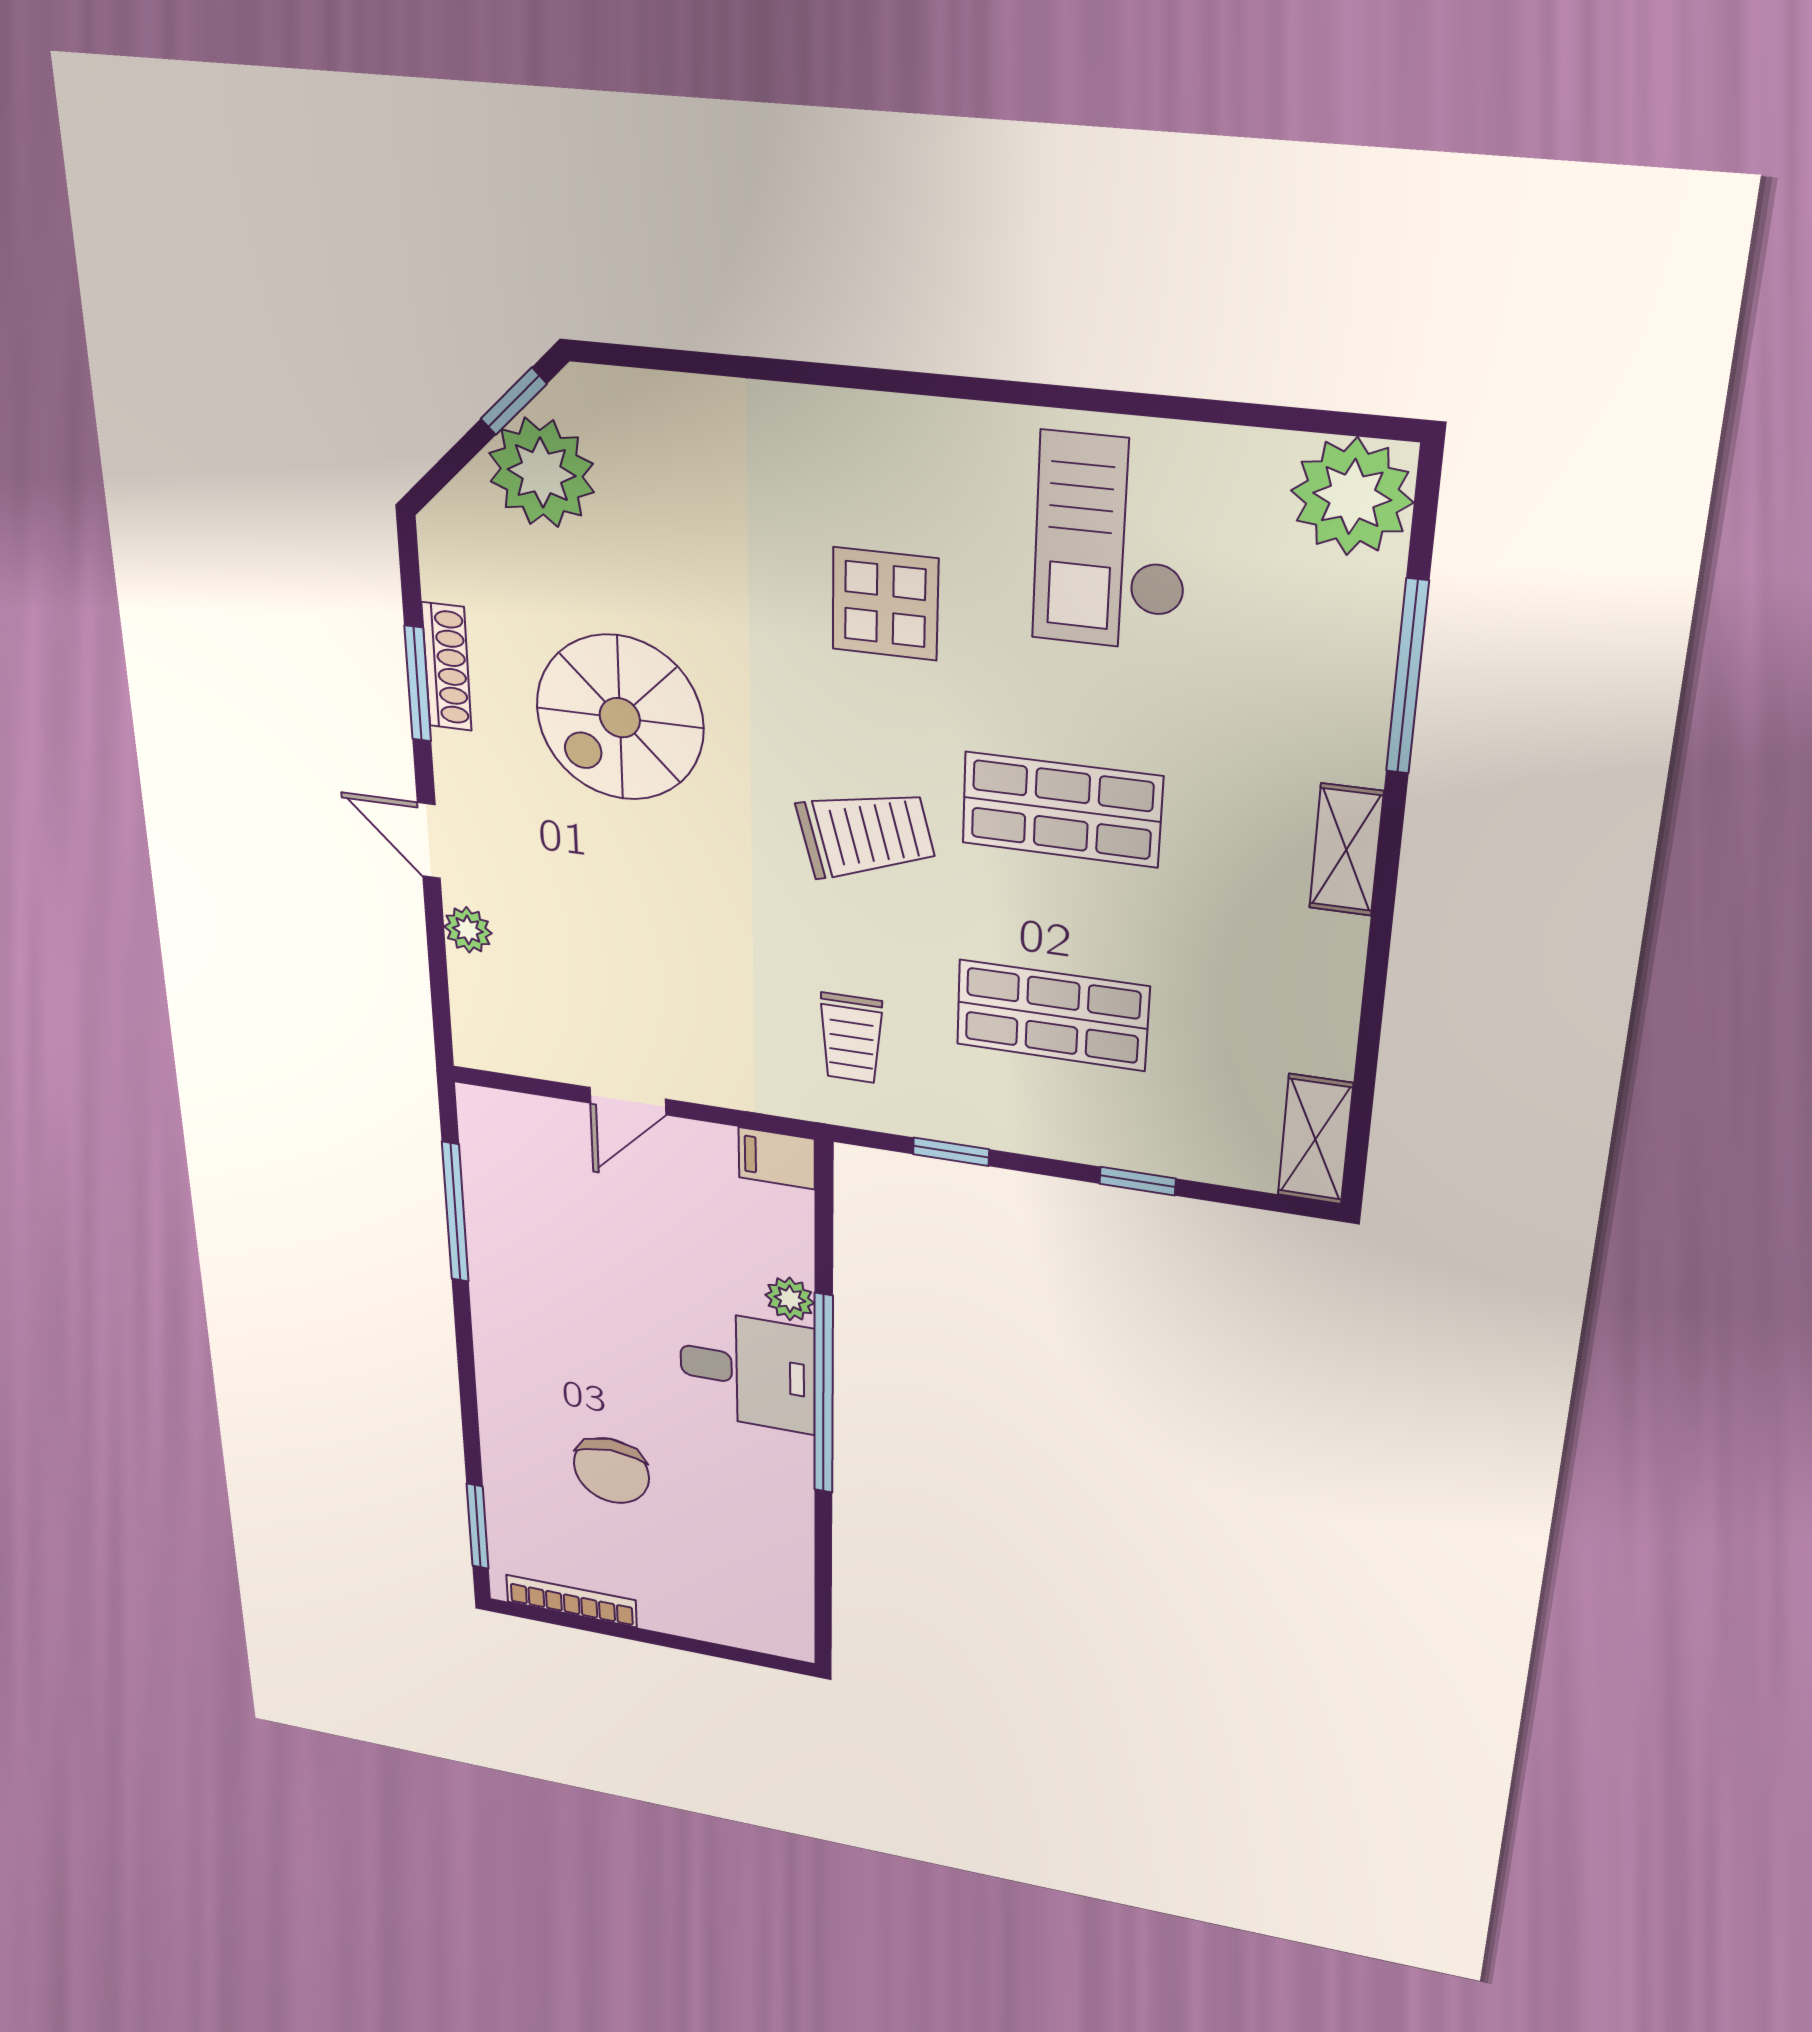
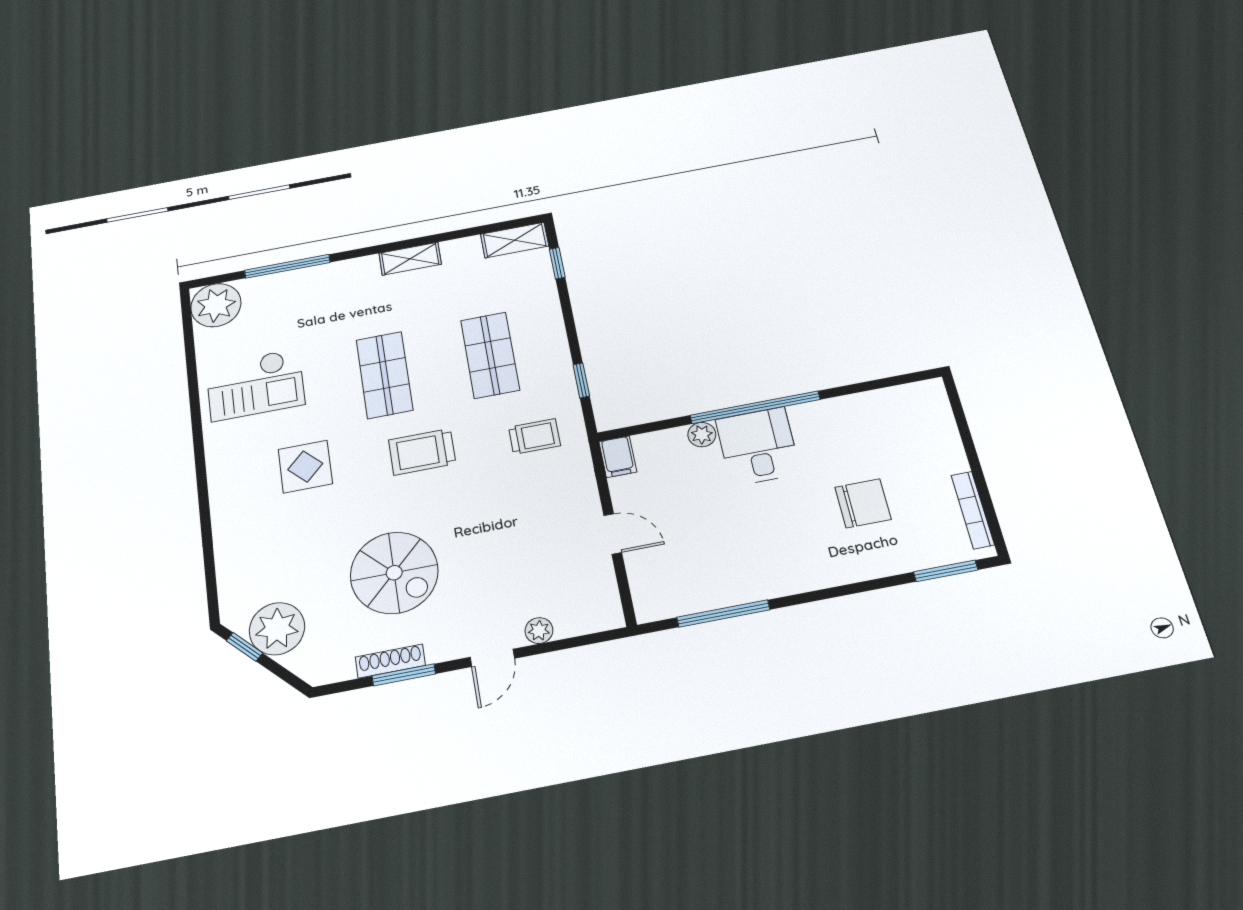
trolley: (866, 834) -> (422, 452), turned -75
shelving: (1346, 850) -> (410, 259), moved
window: (1138, 1181) -> (557, 263), moved

